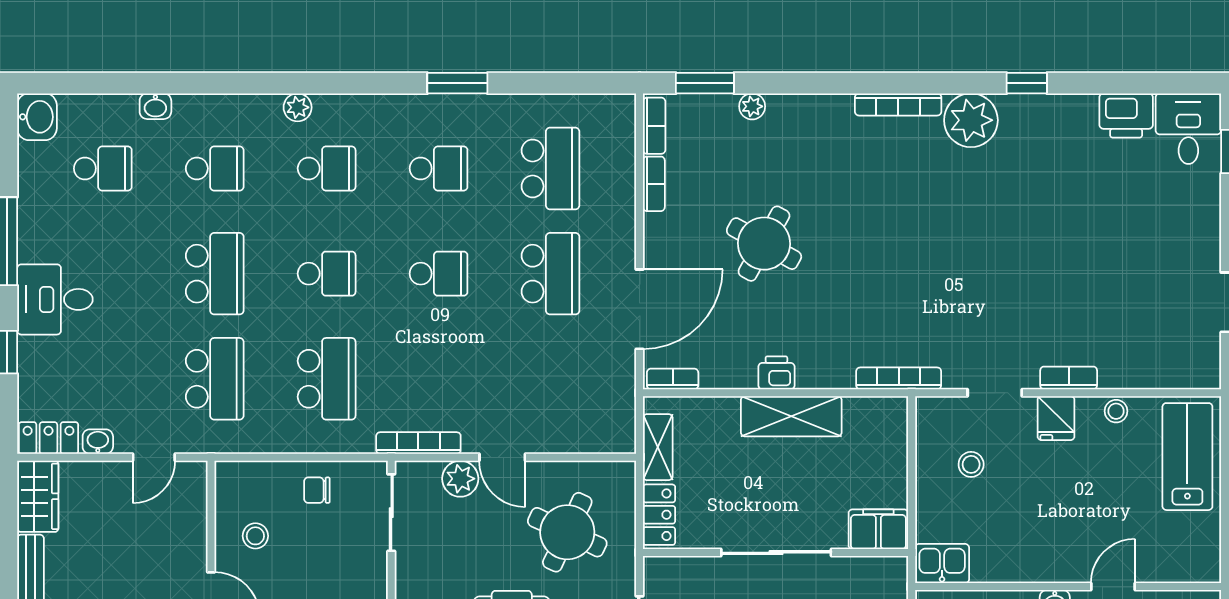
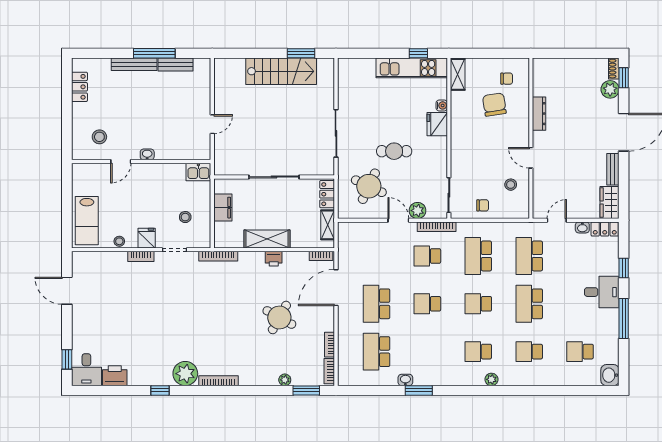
washbasin: (155, 106) -> (405, 380), moved
school desk: (439, 168) -> (427, 256), moved
filing cabinet: (878, 529) -> (223, 208), moved, turned -90

